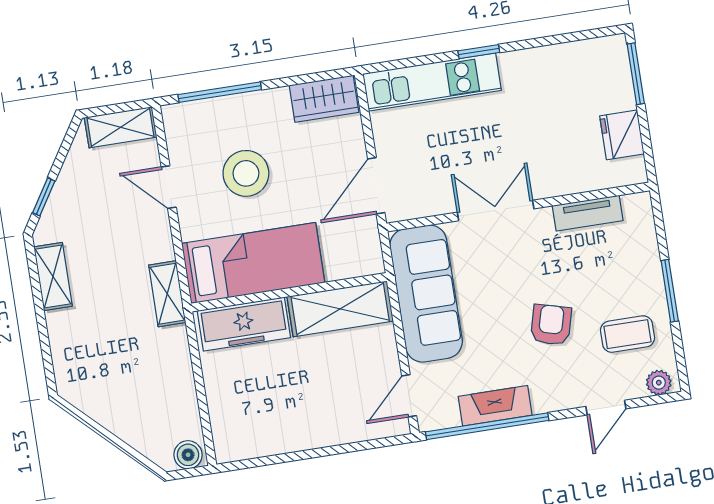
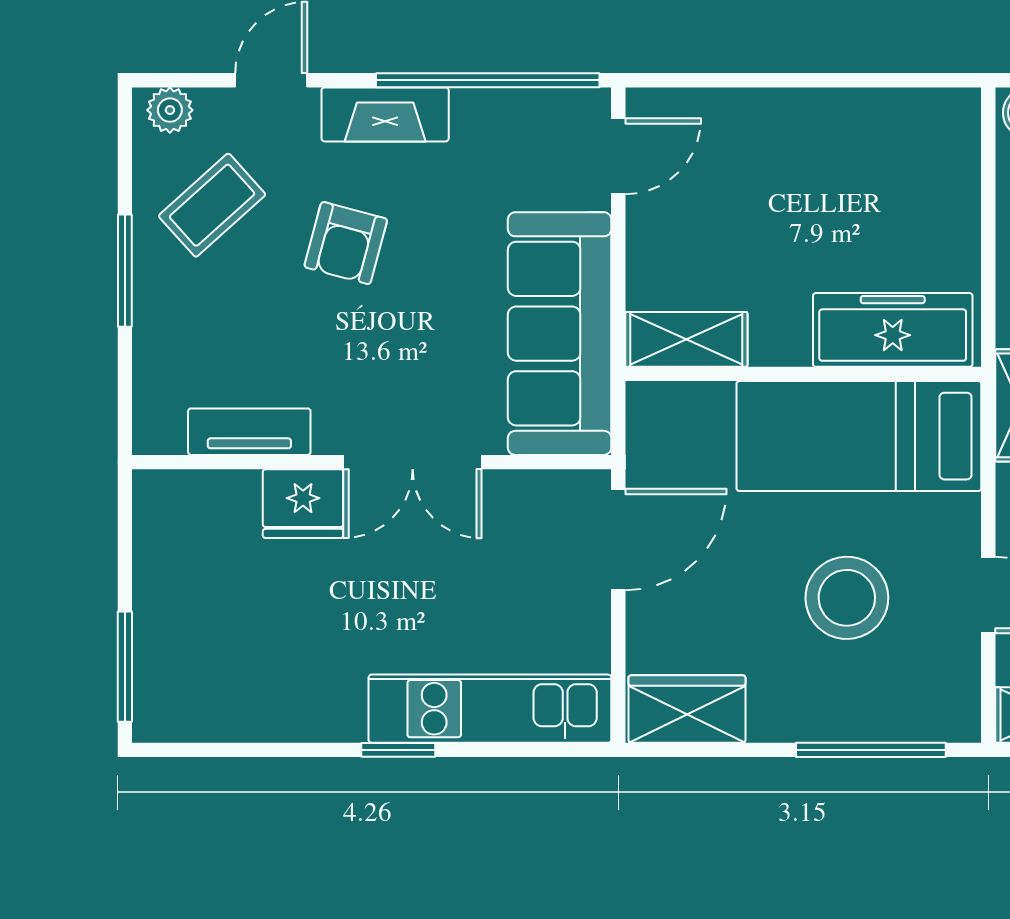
fridge: (622, 135) -> (303, 504), moved, turned 90
shelving: (340, 309) -> (686, 339), width x0.67, depth x0.75
coffee table: (627, 334) -> (212, 205), turned -42
fireplace: (495, 406) -> (385, 114), moved

